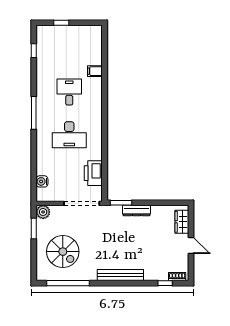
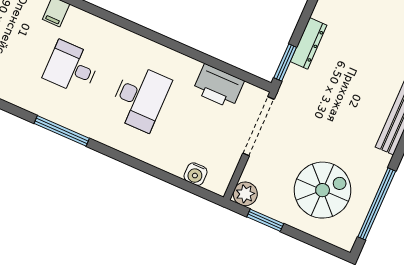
window: (34, 113) -> (62, 131), moved

